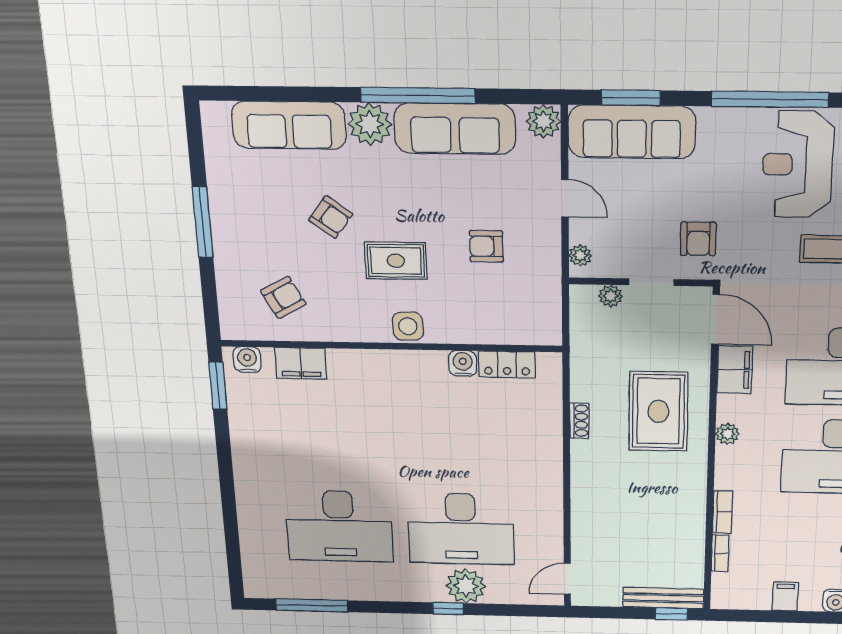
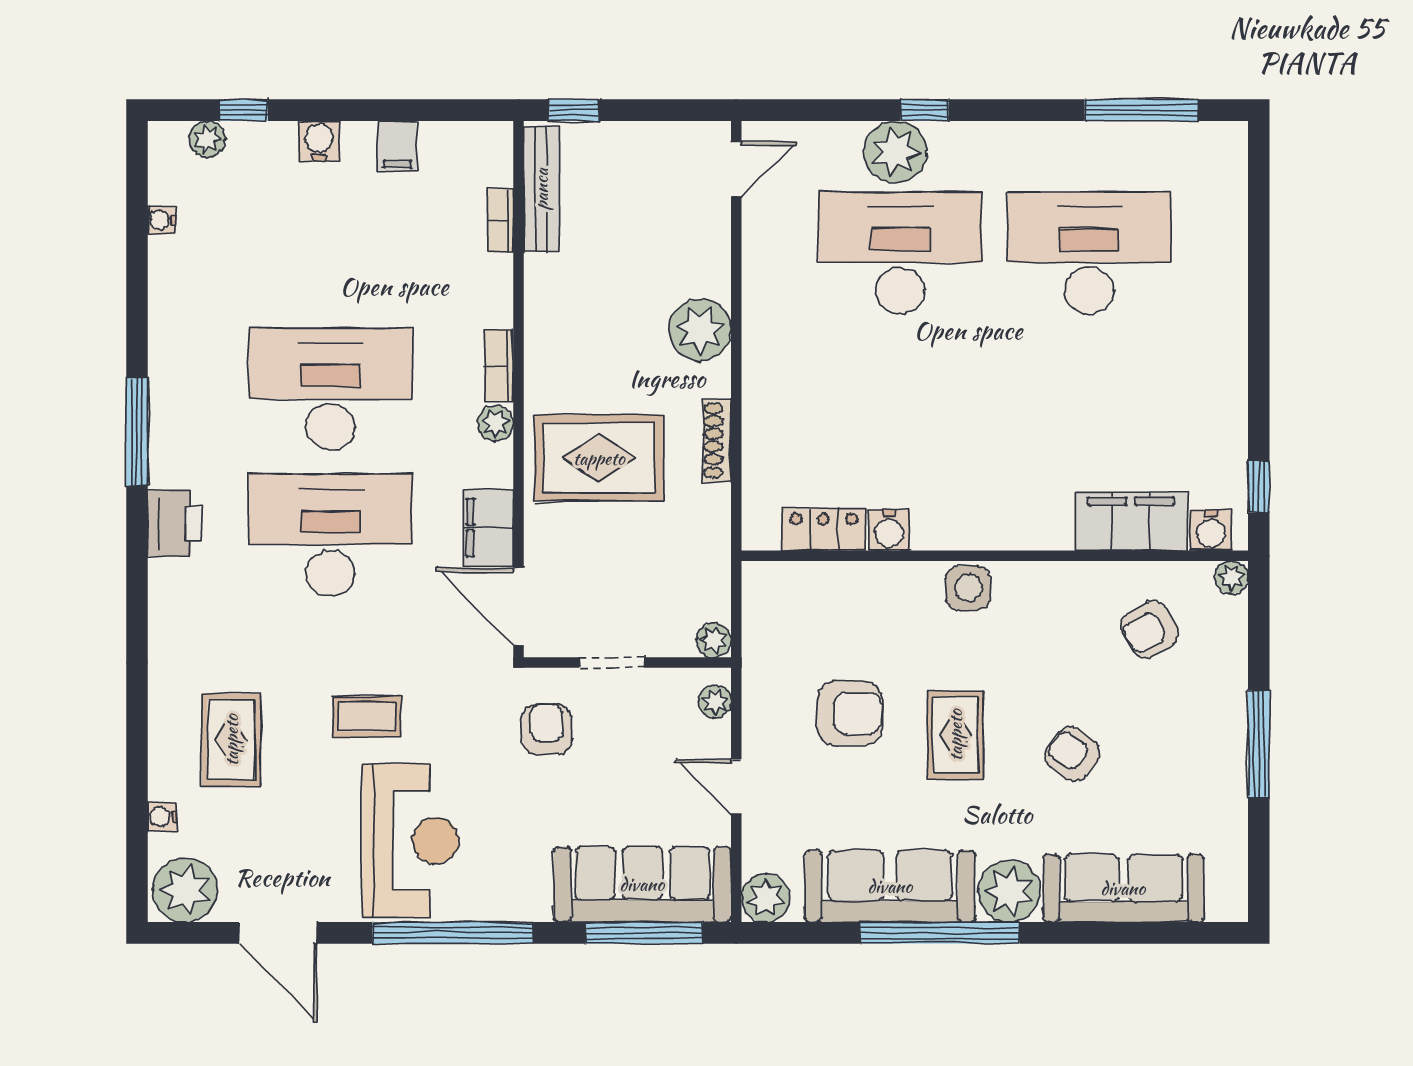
window: (631, 98) -> (644, 933), width x1.44
armchair: (486, 246) -> (850, 713), width x1.38, depth x1.38
rug: (396, 261) -> (955, 735), moved, turned 90
plant: (611, 296) -> (714, 640), moved
plant: (231, 330) -> (1231, 578), added
filing cabinet: (301, 363) -> (1131, 521), width x1.50, depth x1.17
window: (218, 386) -> (1259, 487), width x0.67
rug: (658, 411) -> (599, 458), turned 90
shoe rack: (579, 421) -> (717, 440), width x1.43
plant: (591, 487) -> (700, 330), added
bookcase: (723, 512) -> (499, 366), moved
bench: (663, 598) -> (541, 189), moved, turned 90

